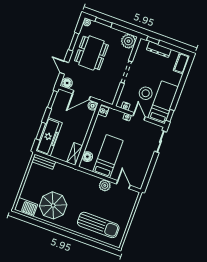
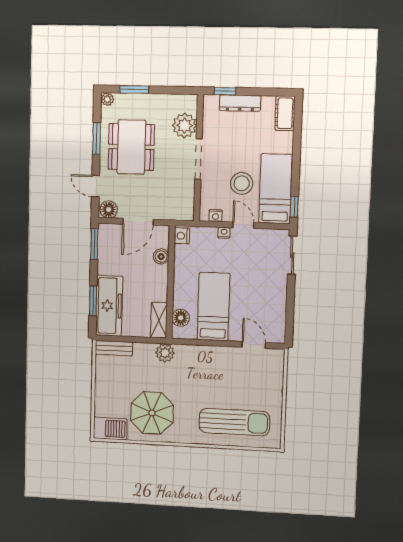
plant: (128, 41) -> (185, 126), moved
boiler: (93, 106) -> (161, 257), moved
plant: (105, 185) -> (165, 353), moved

